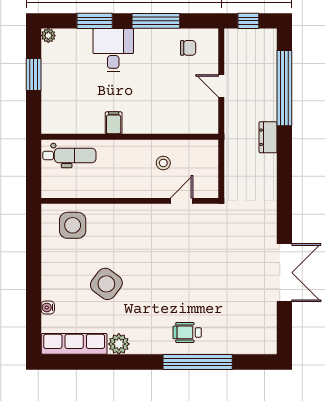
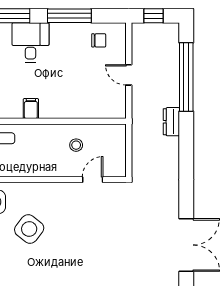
side table: (106, 284) -> (29, 229), moved

